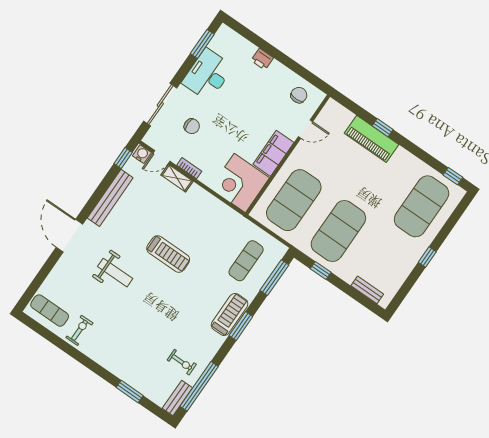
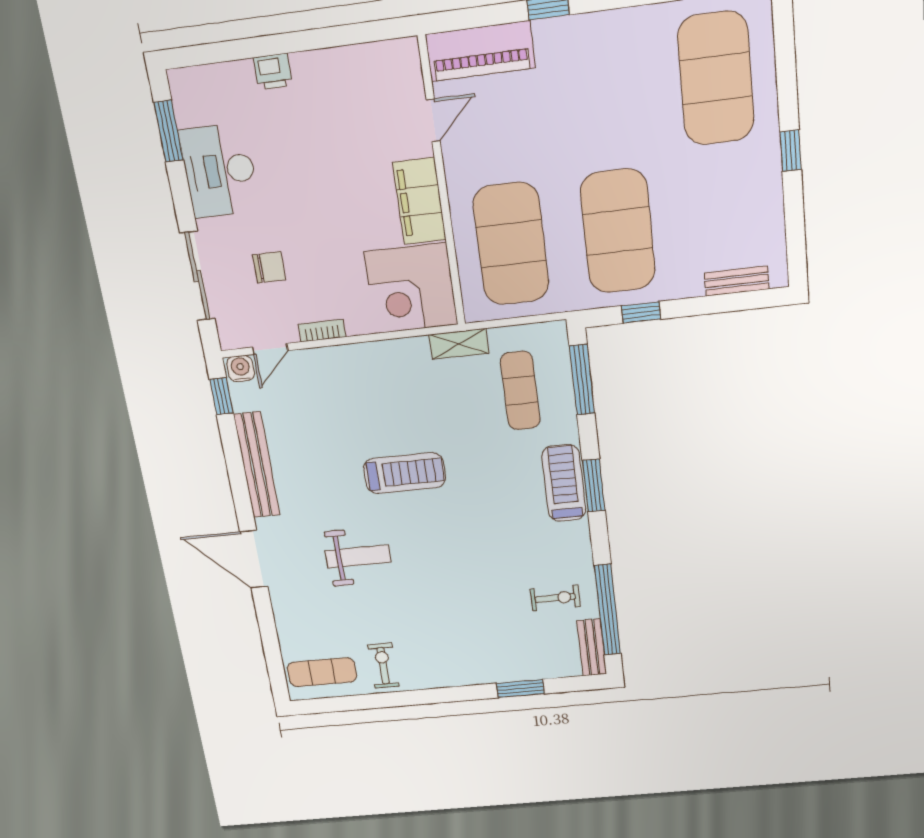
chair: (299, 95) -> (376, 76), removed
piano: (371, 139) -> (480, 51), moved
shelving: (177, 178) -> (459, 344), moved

